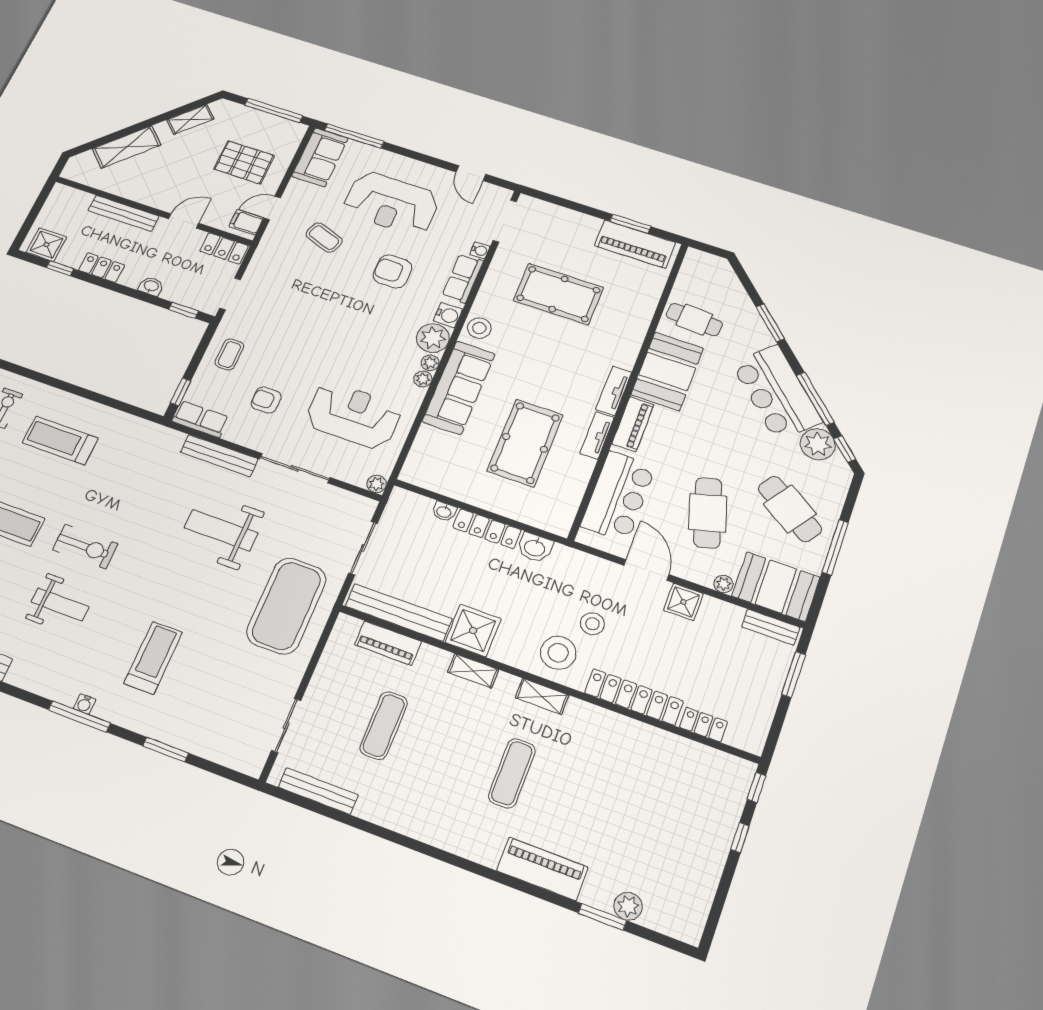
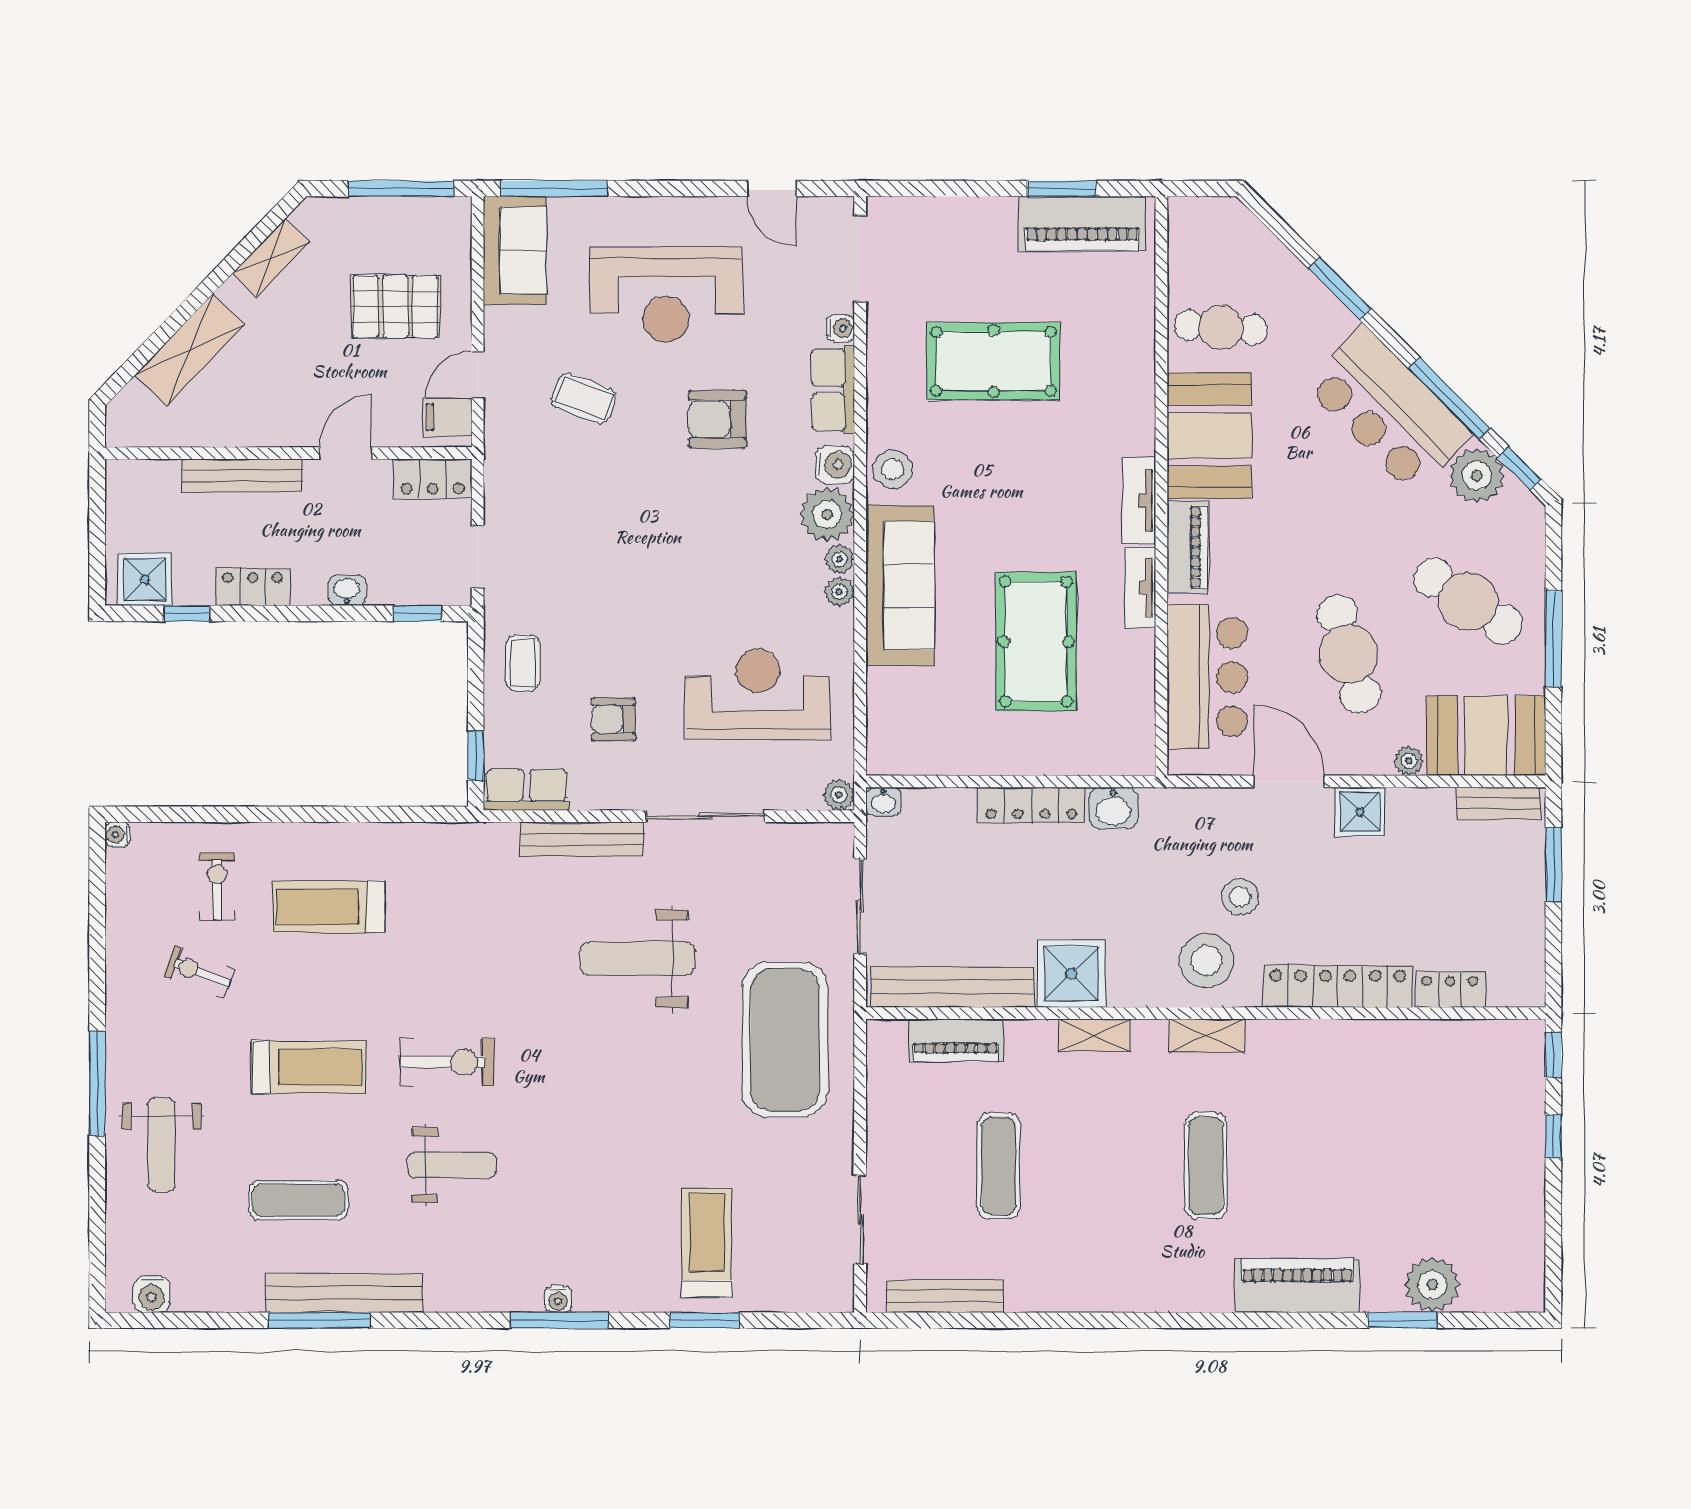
washbasin: (444, 511) -> (883, 801), moved
treadmill: (153, 658) -> (707, 1243), moved
plant: (628, 906) -> (1432, 1285), width x1.36, depth x1.36

